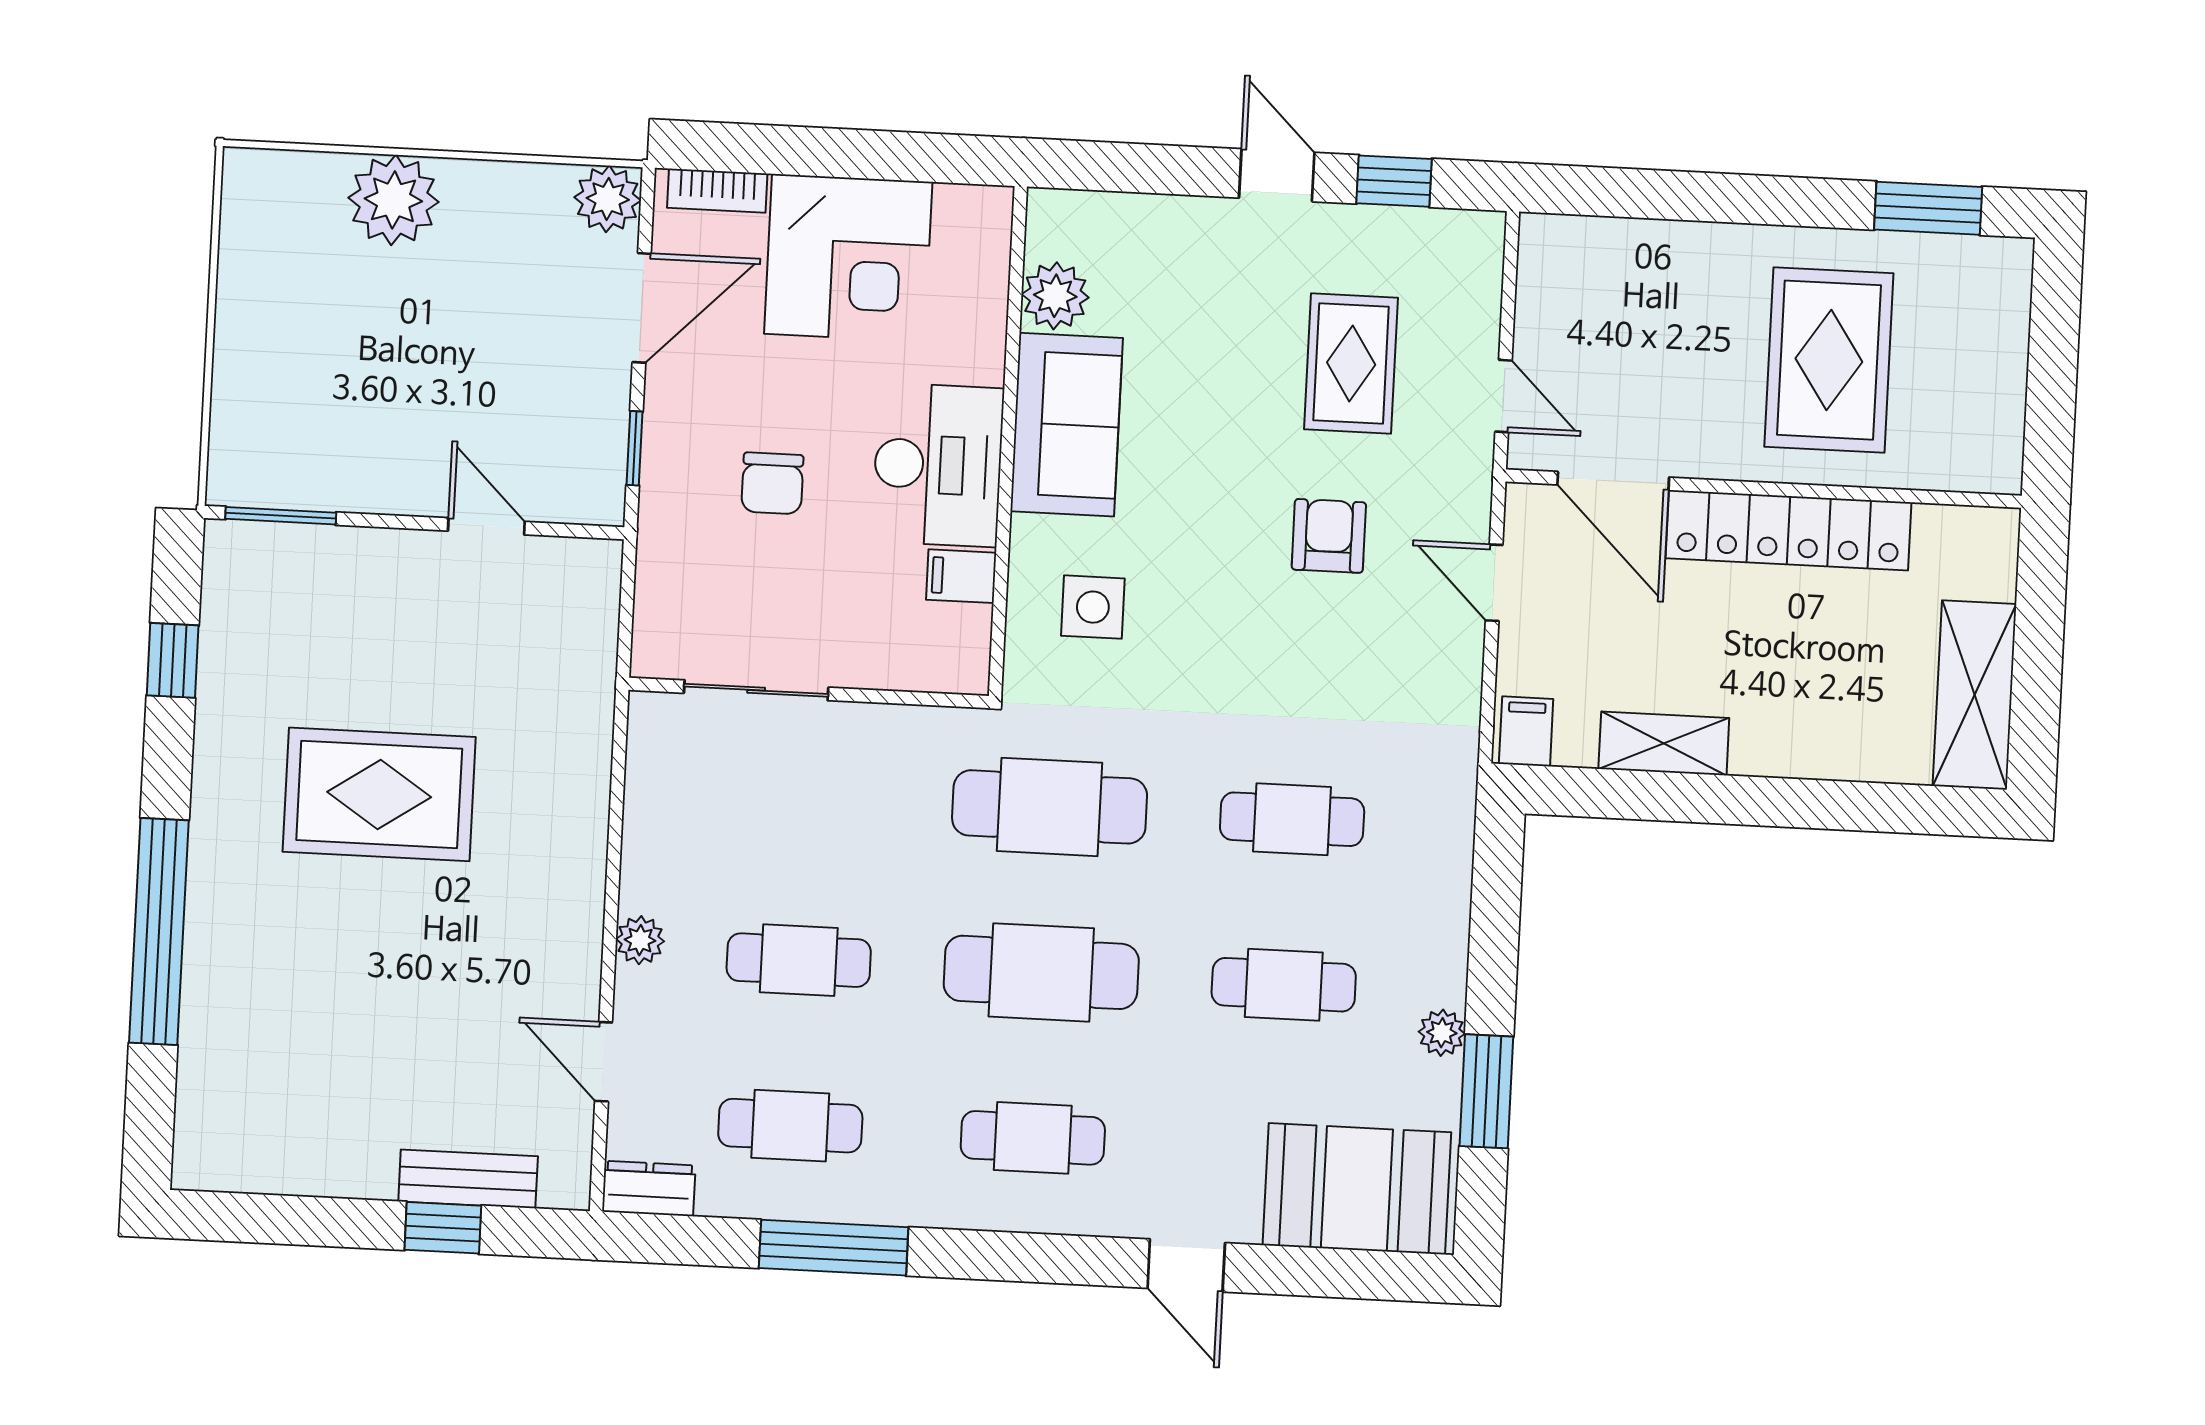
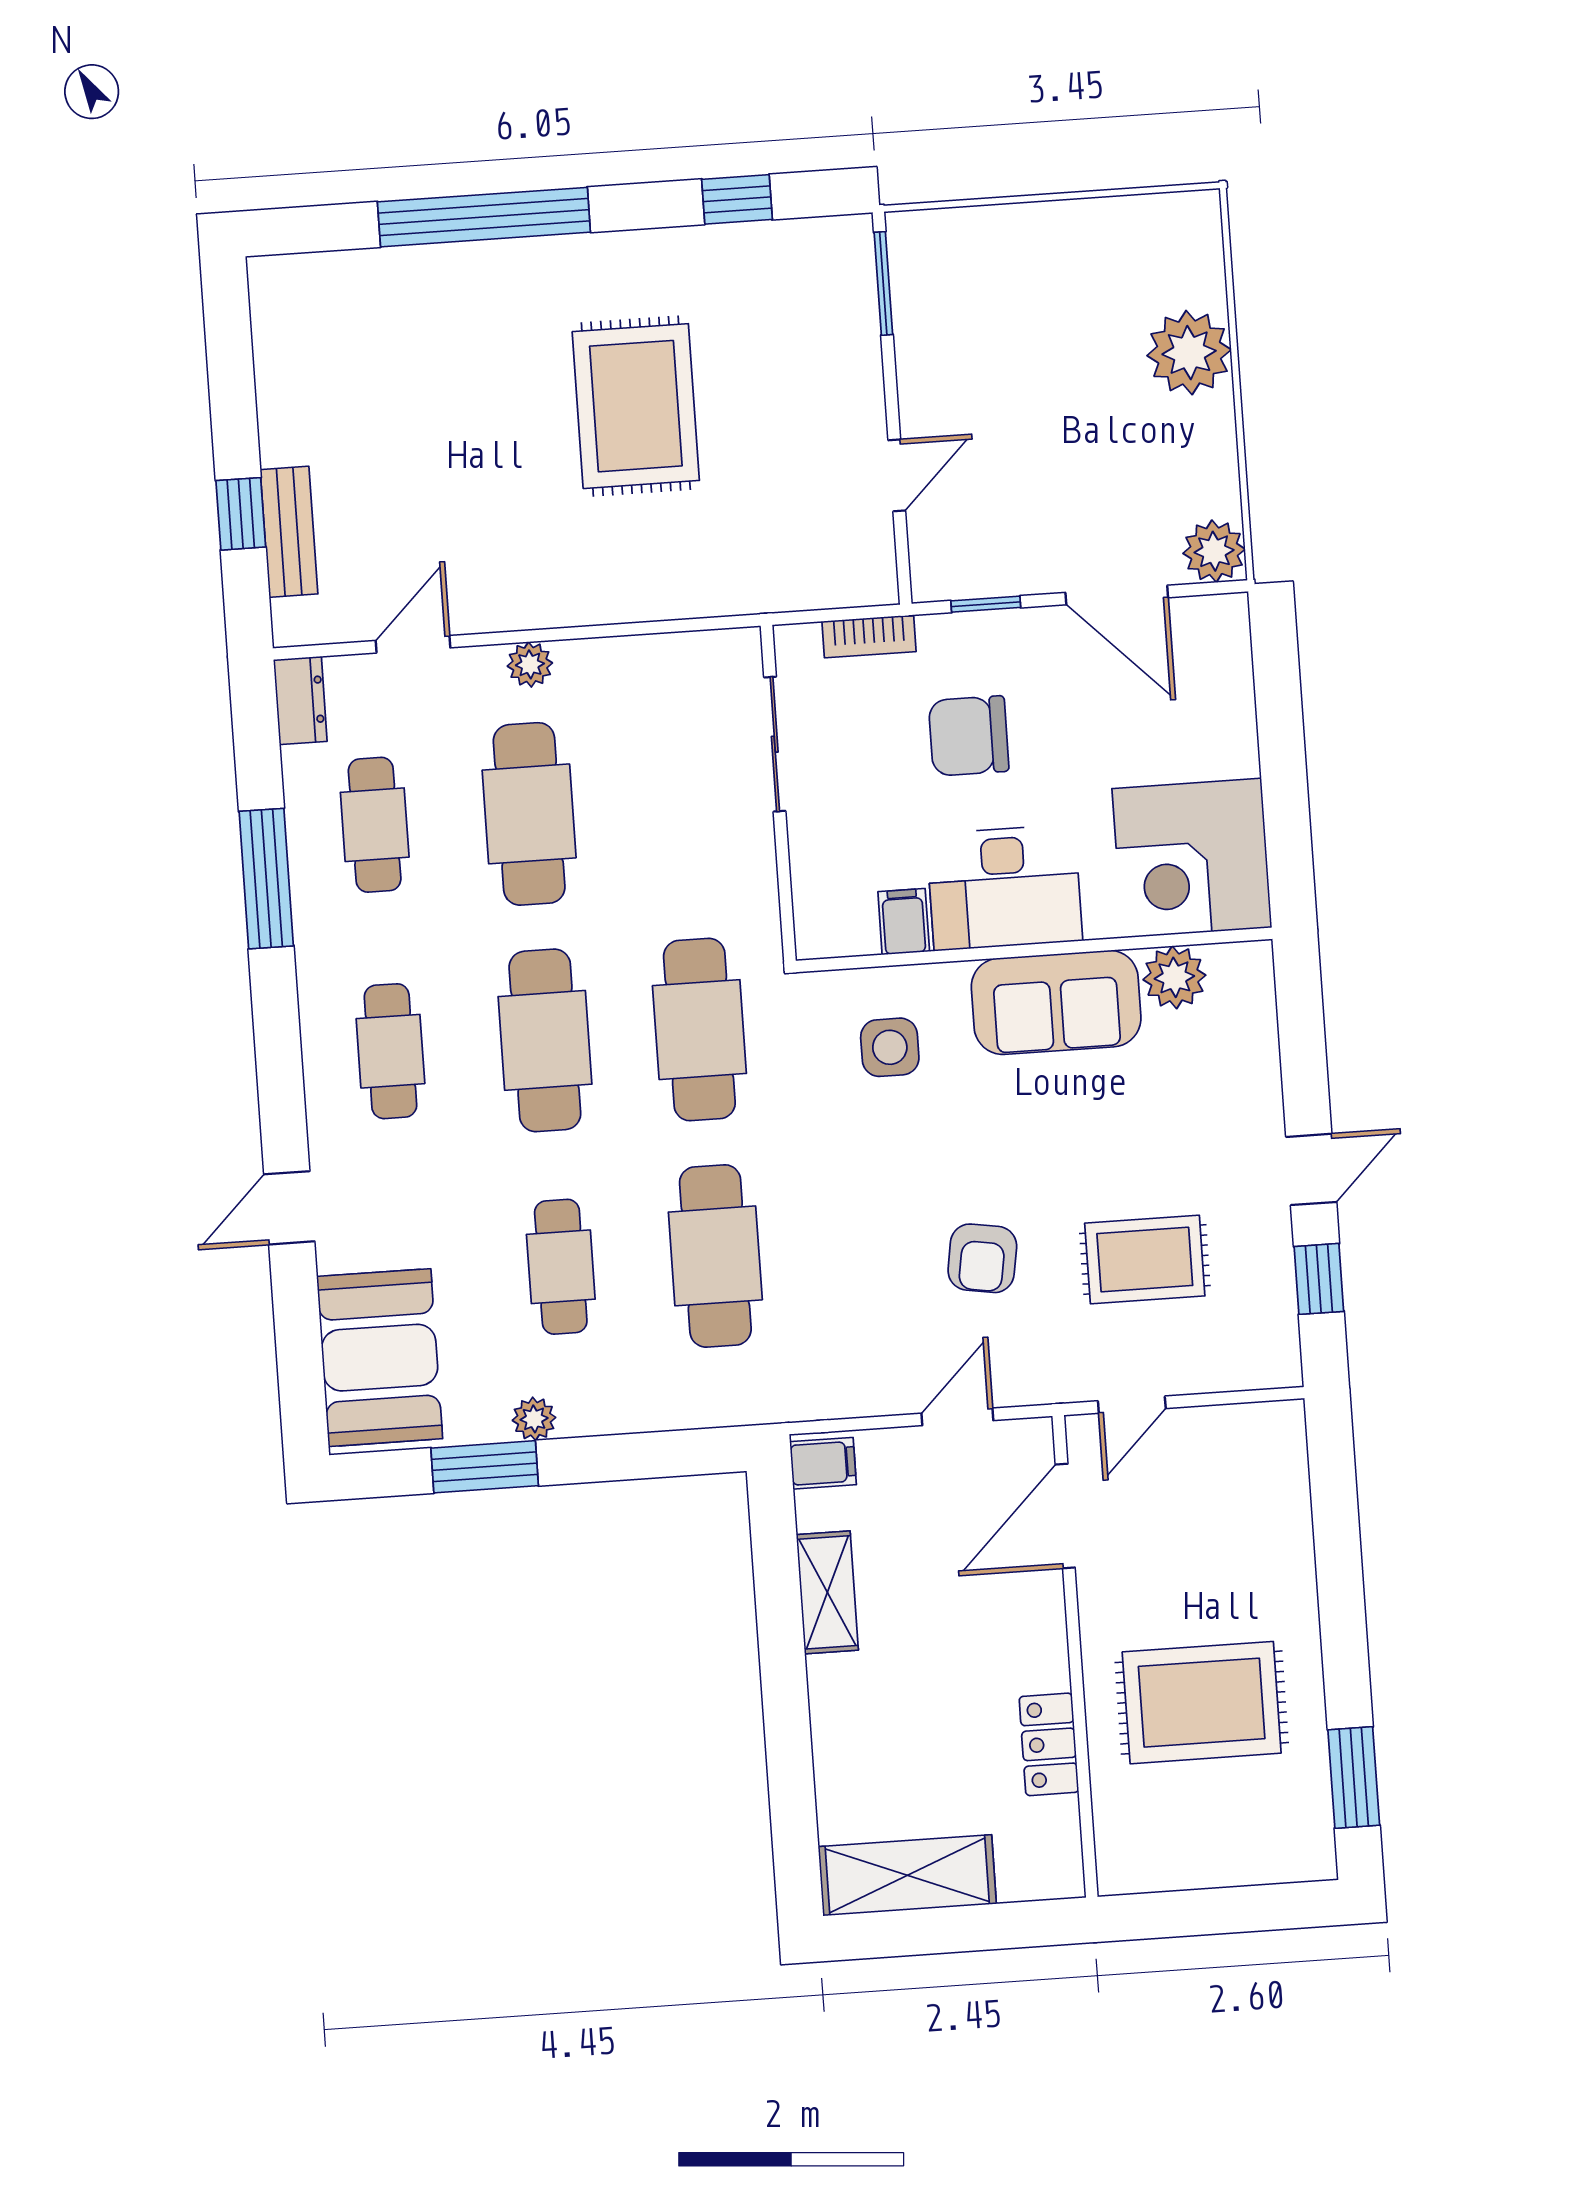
bookcase: (717, 191) -> (869, 636), moved, turned -90
corner desk: (848, 258) -> (1192, 858), moved
chair: (772, 483) -> (969, 736), width x1.37, depth x1.37
locker: (1788, 530) -> (1049, 1744), width x0.46, depth x0.83
armchair: (1329, 536) -> (982, 1258), turned 99
cafe table: (1292, 819) -> (715, 1256), width x1.37, depth x1.35
cafe table: (799, 960) -> (529, 814), width x1.37, depth x1.35

